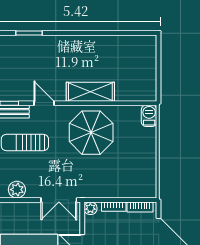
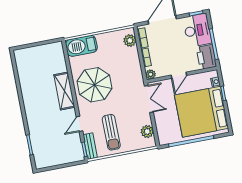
barbecue: (149, 116) -> (81, 46), width x1.88, depth x1.53
plant: (140, 190) -> (130, 41), added

